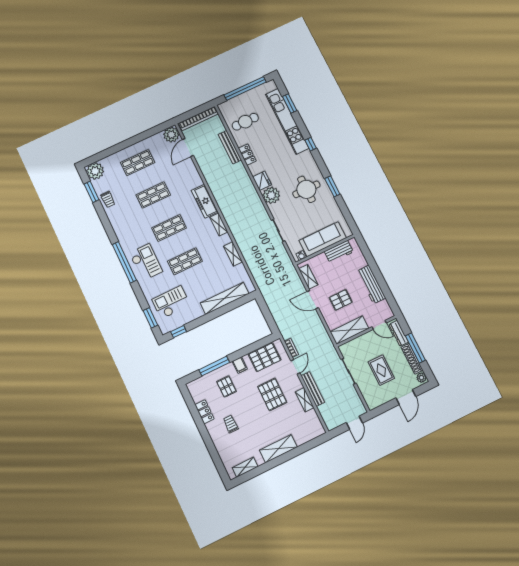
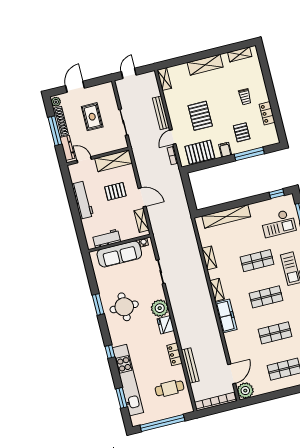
shelving: (305, 400) -> (164, 79), moved

